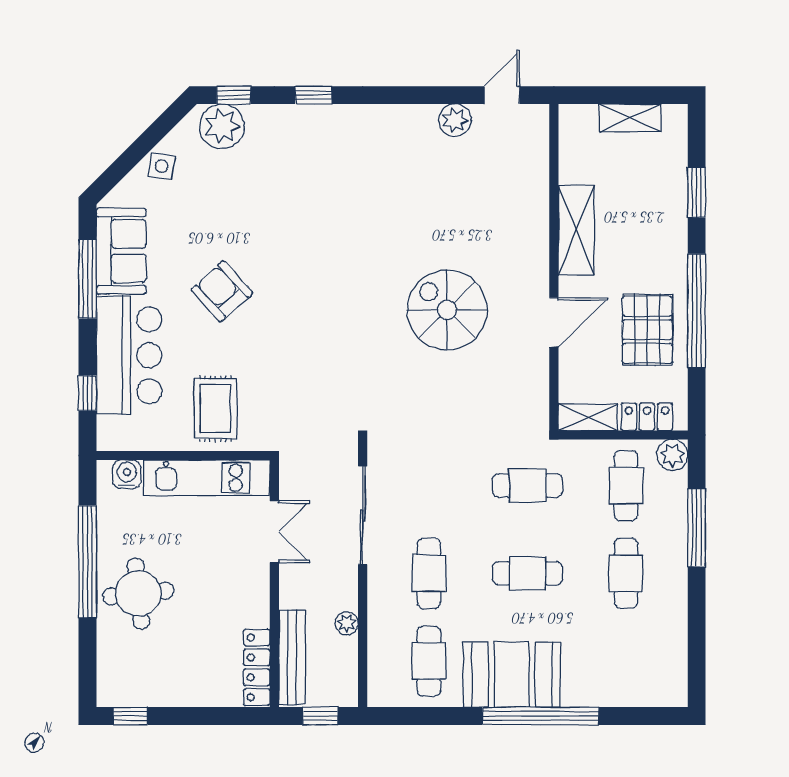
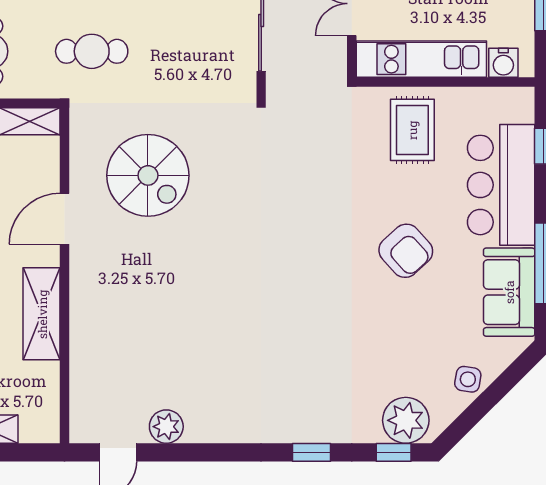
spiral stairs: (447, 310) -> (148, 175), moved

